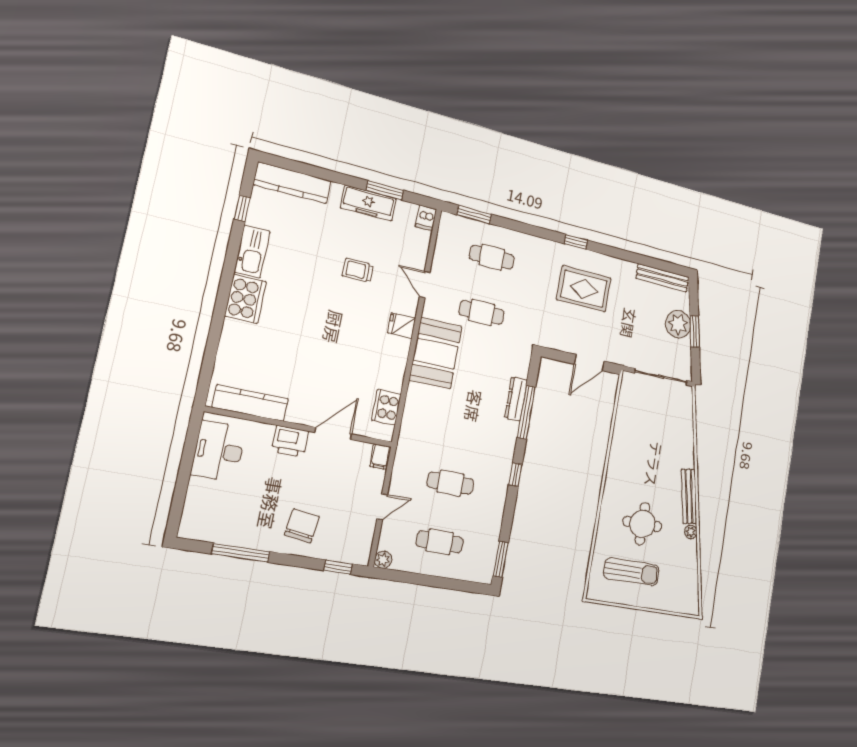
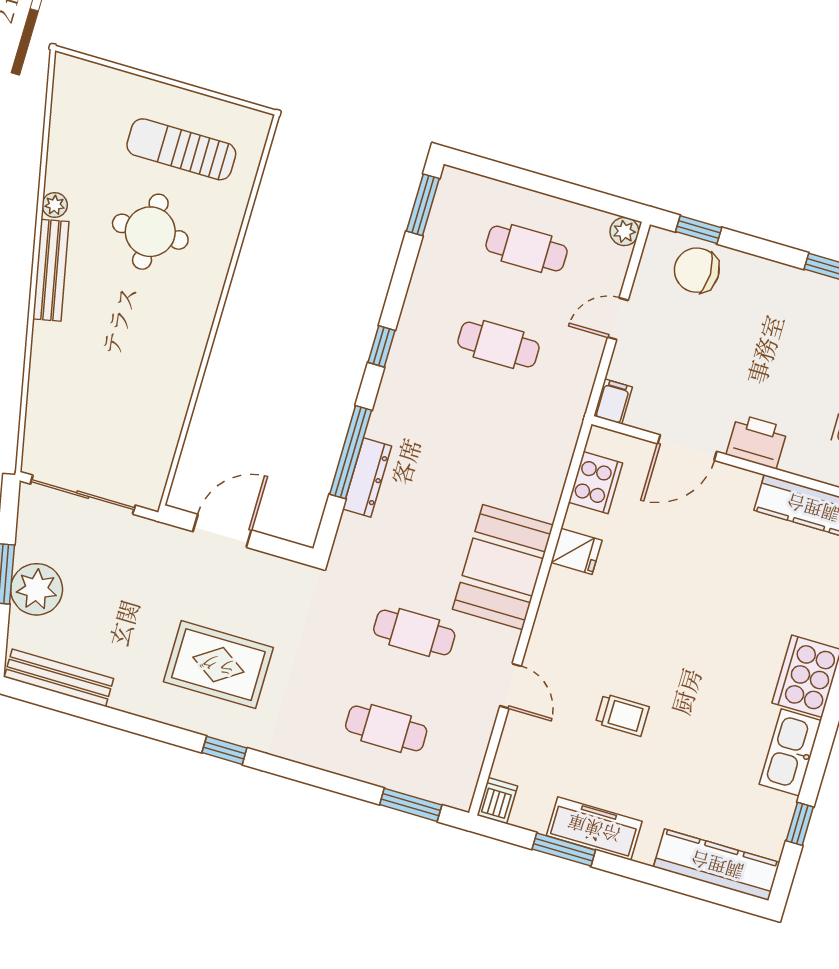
fridge: (402, 325) -> (576, 551), moved
chair: (302, 526) -> (697, 270), moved, turned 82

